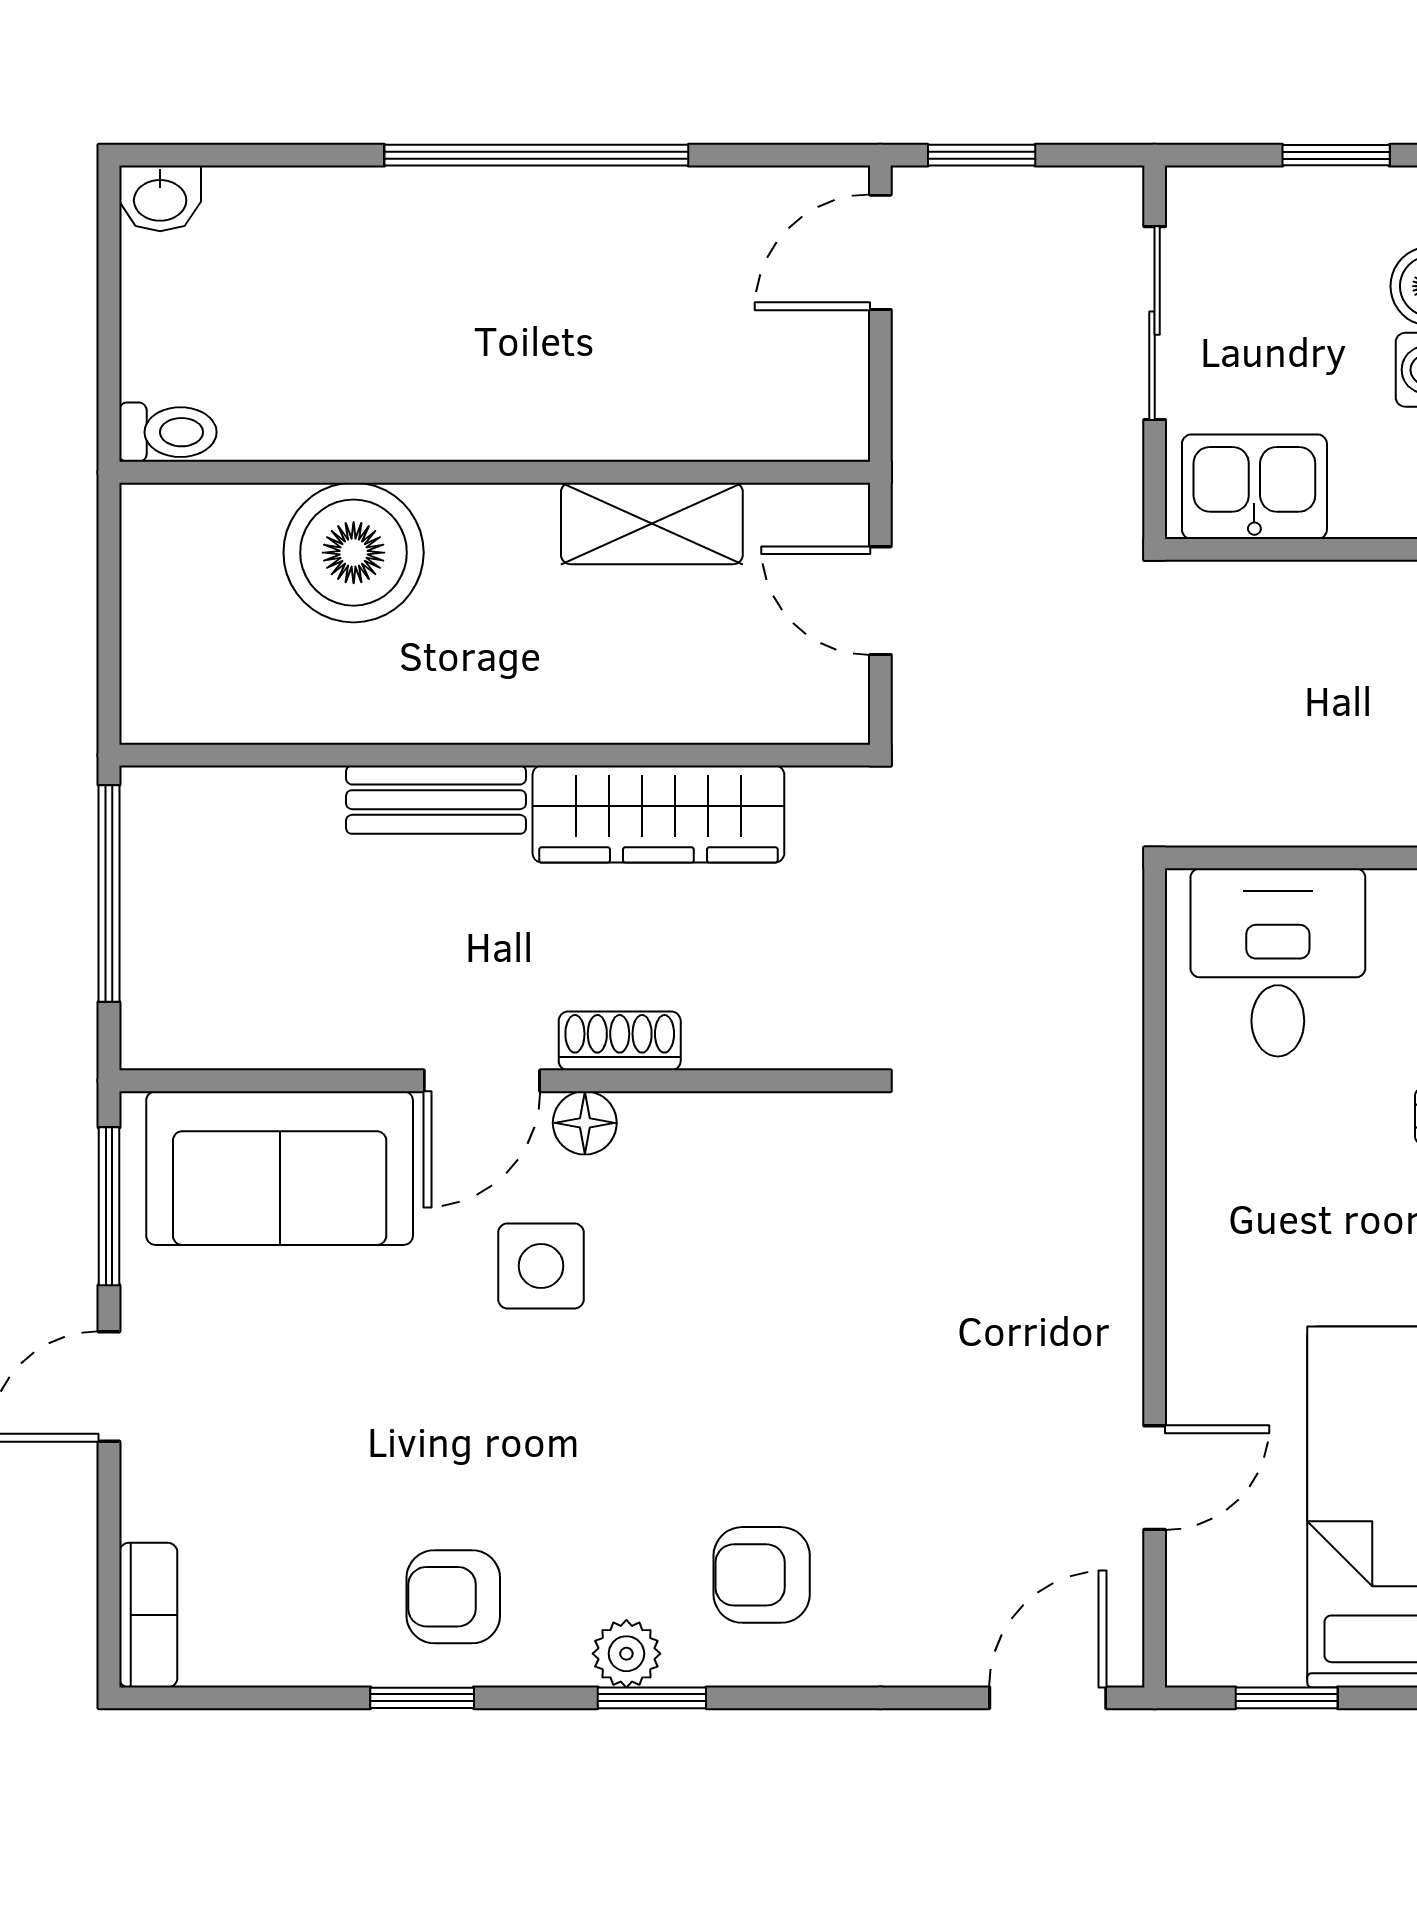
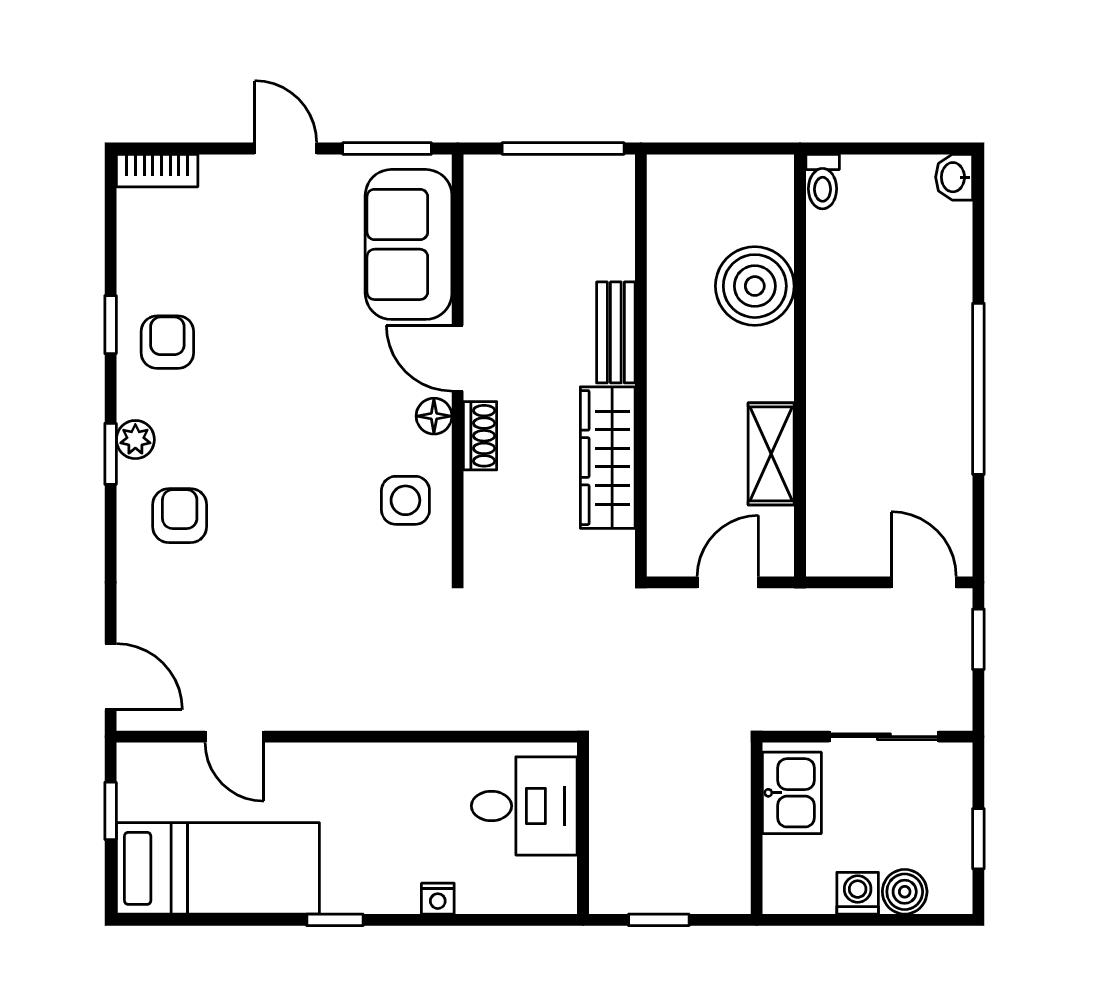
side table: (541, 1266) -> (405, 500), moved

